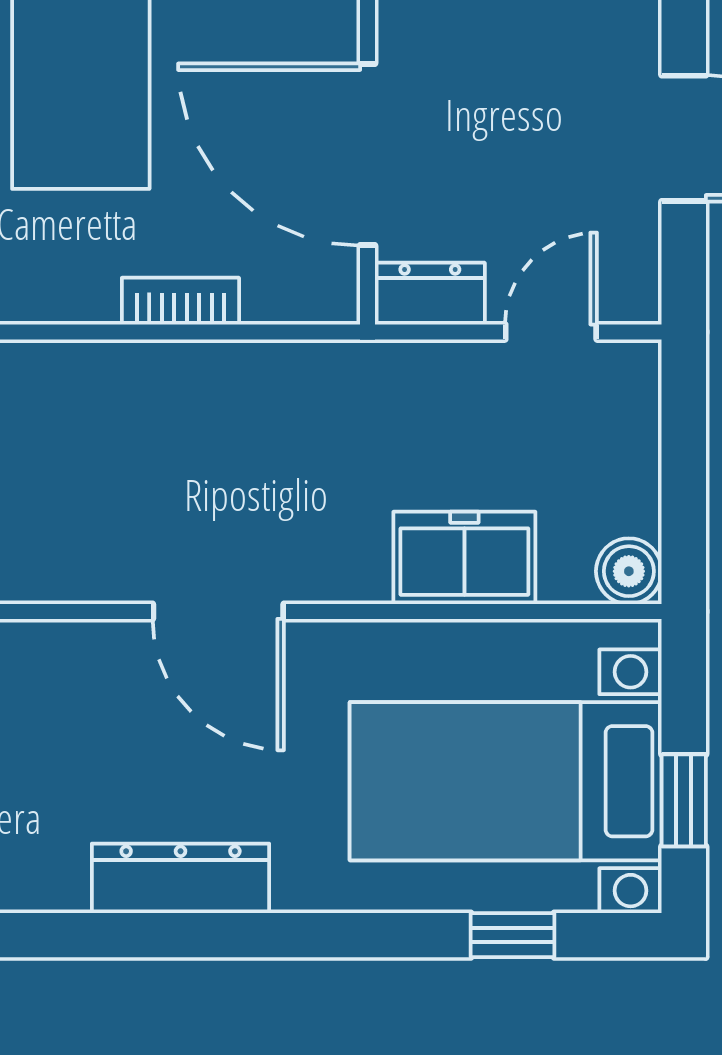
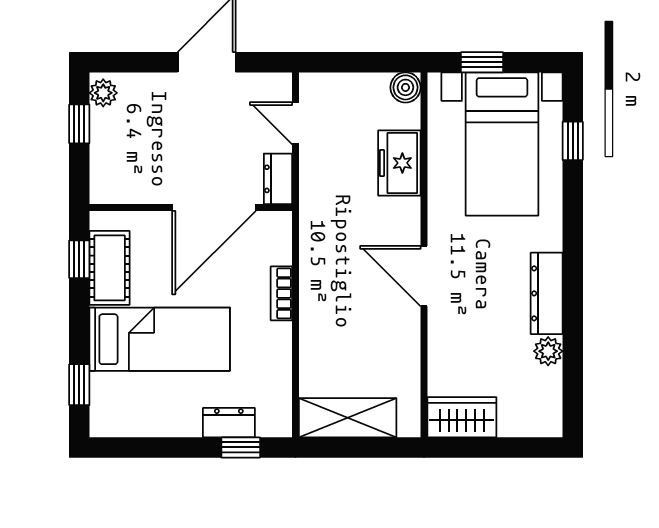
door: (218, 611) -> (424, 276), swing flipped
window: (684, 800) -> (482, 62), moved
plant: (55, 882) -> (548, 351), added

